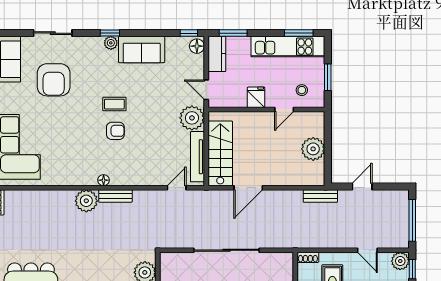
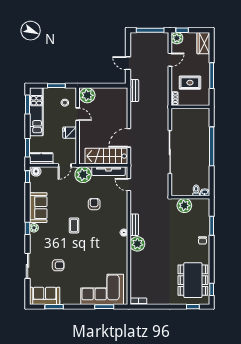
armchair: (54, 80) -> (58, 265), width x0.53, depth x0.53
armchair: (115, 131) -> (94, 204), moved
plant: (313, 149) -> (87, 95), moved
door: (248, 188) -> (129, 138), swing flipped

